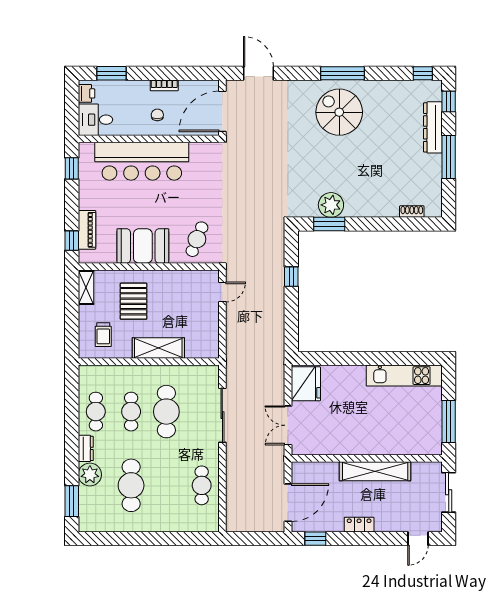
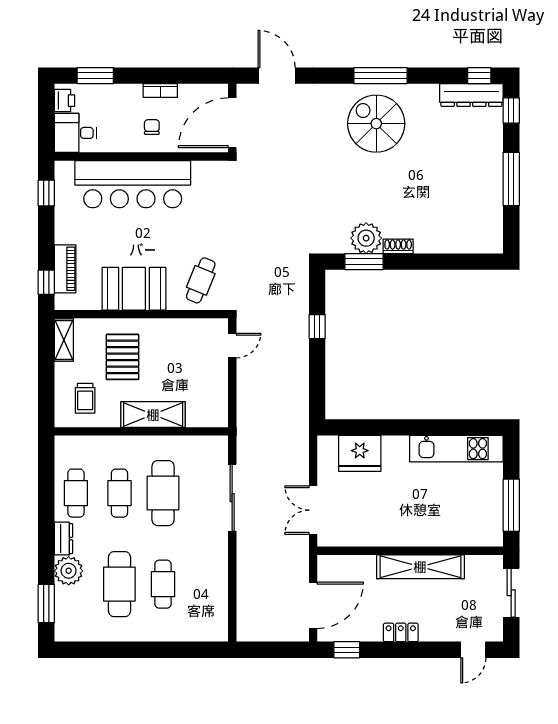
dresser: (433, 127) -> (471, 95), moved, turned -90
shoe rack: (412, 212) -> (398, 246), moved
fridge: (306, 384) -> (360, 453), moved, turned 90
cafe table: (202, 485) -> (163, 584), moved

